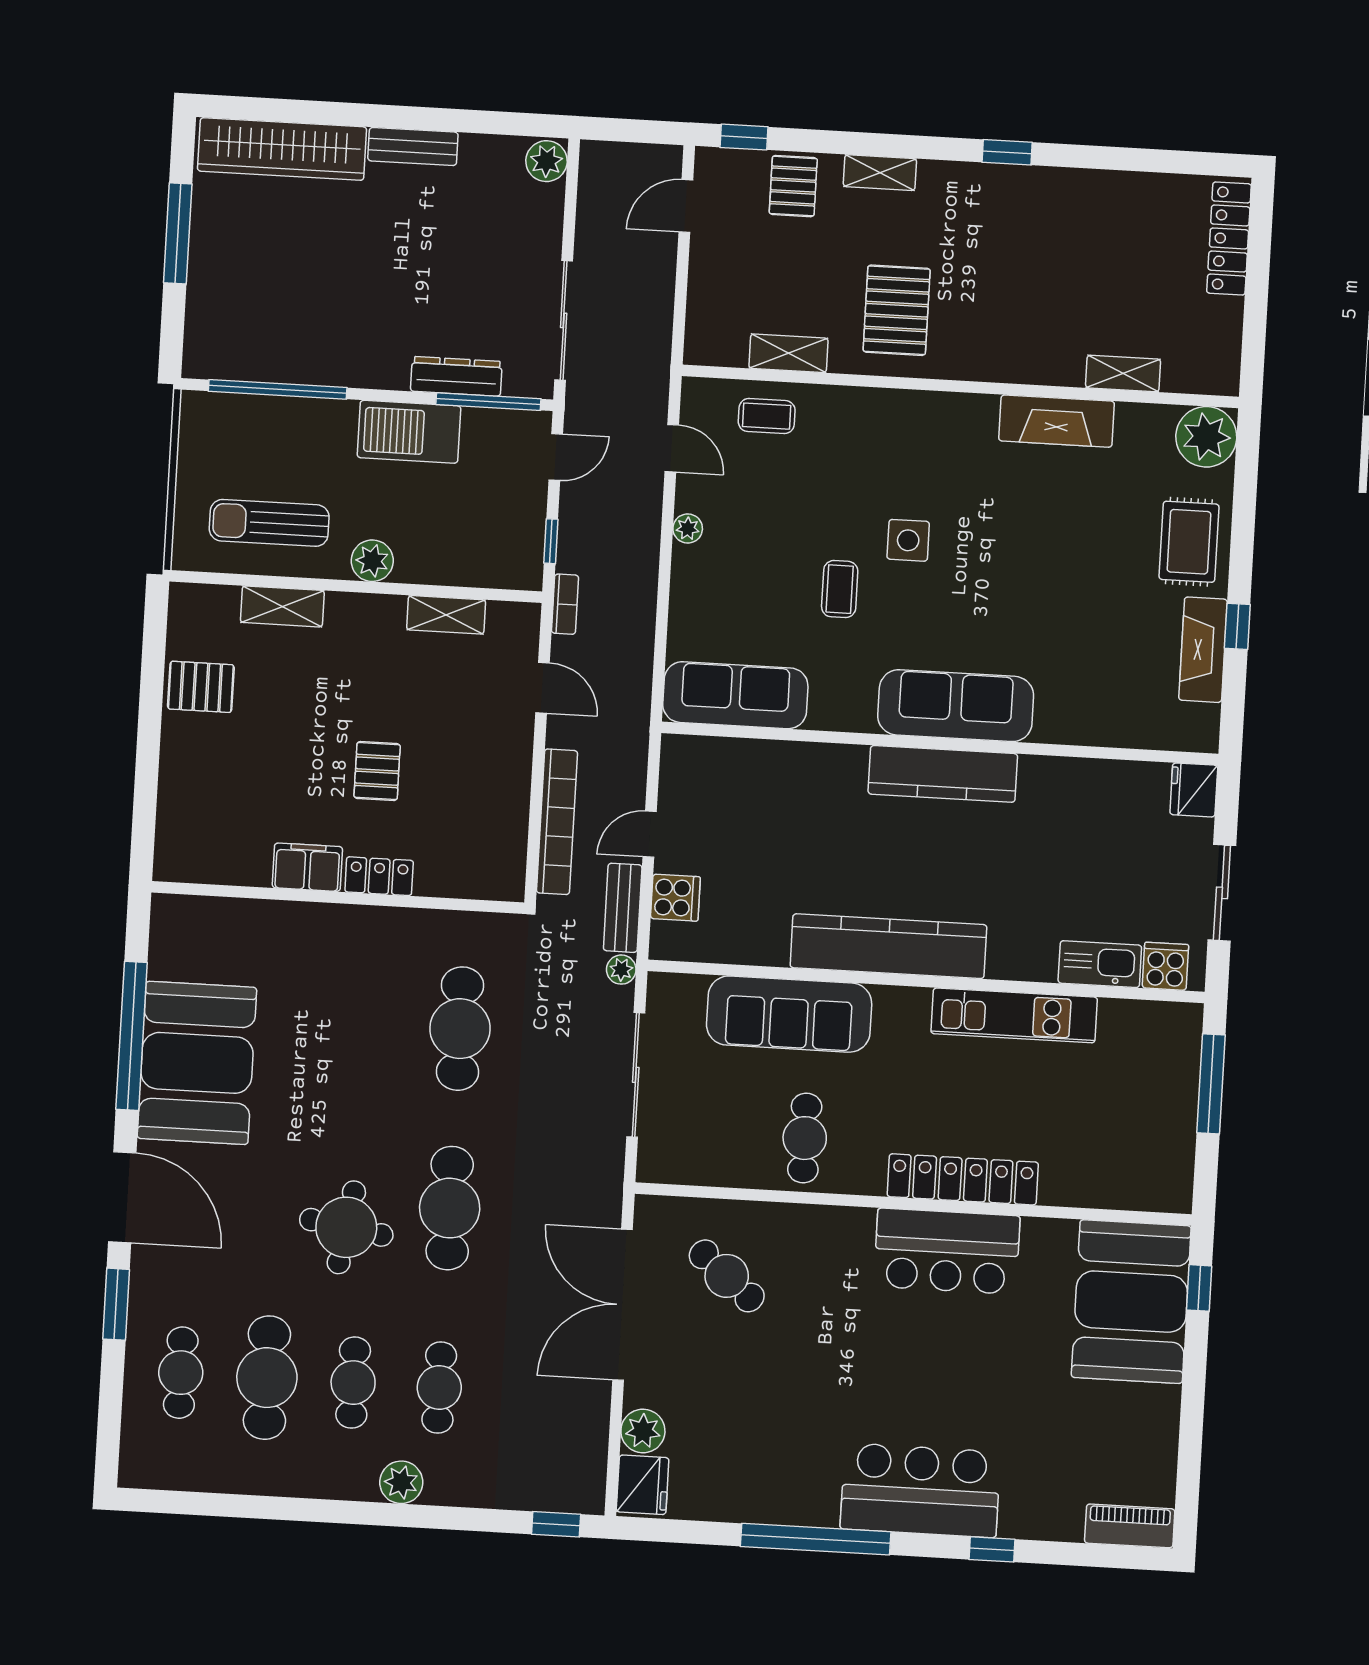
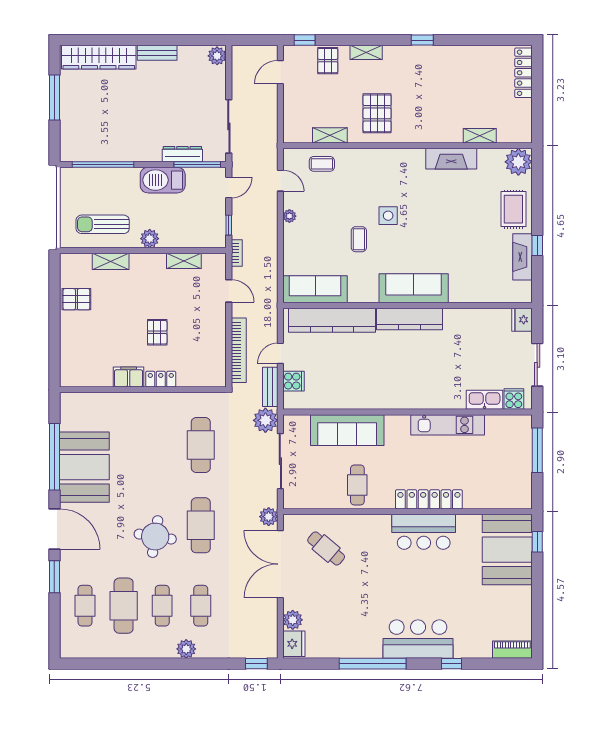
kitchen counter: (888, 946) -> (332, 320), moved, turned 180
plant: (621, 970) -> (265, 420), width x1.88, depth x1.88
plant: (602, 1197) -> (269, 517), added

